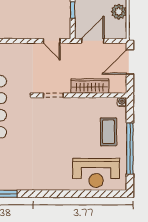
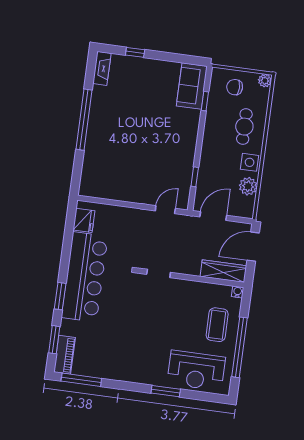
door: (52, 41) -> (165, 210), swing flipped
wardrobe: (90, 86) -> (223, 271), moved
window: (73, 194) -> (166, 391), added

